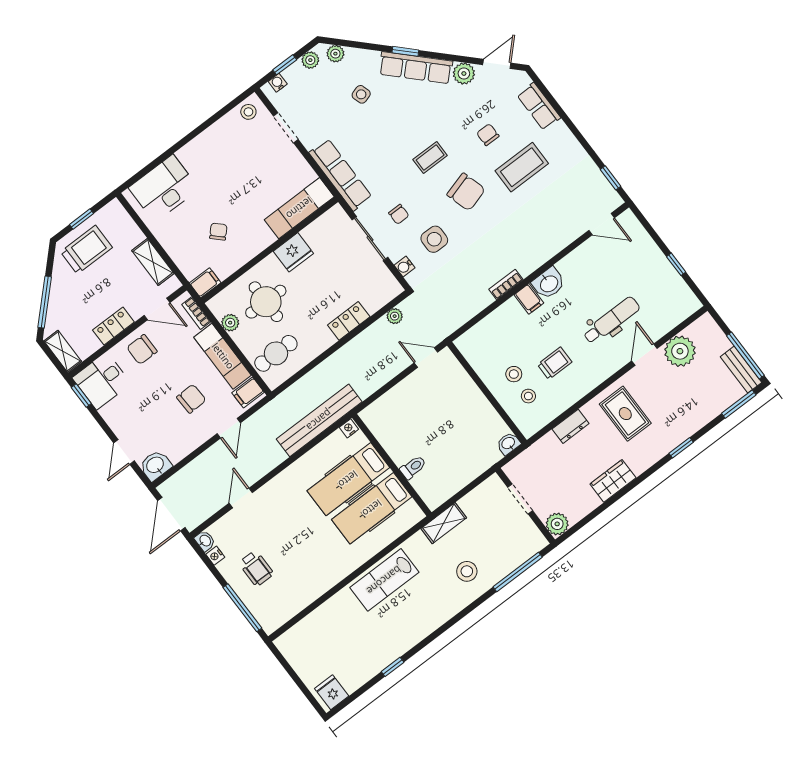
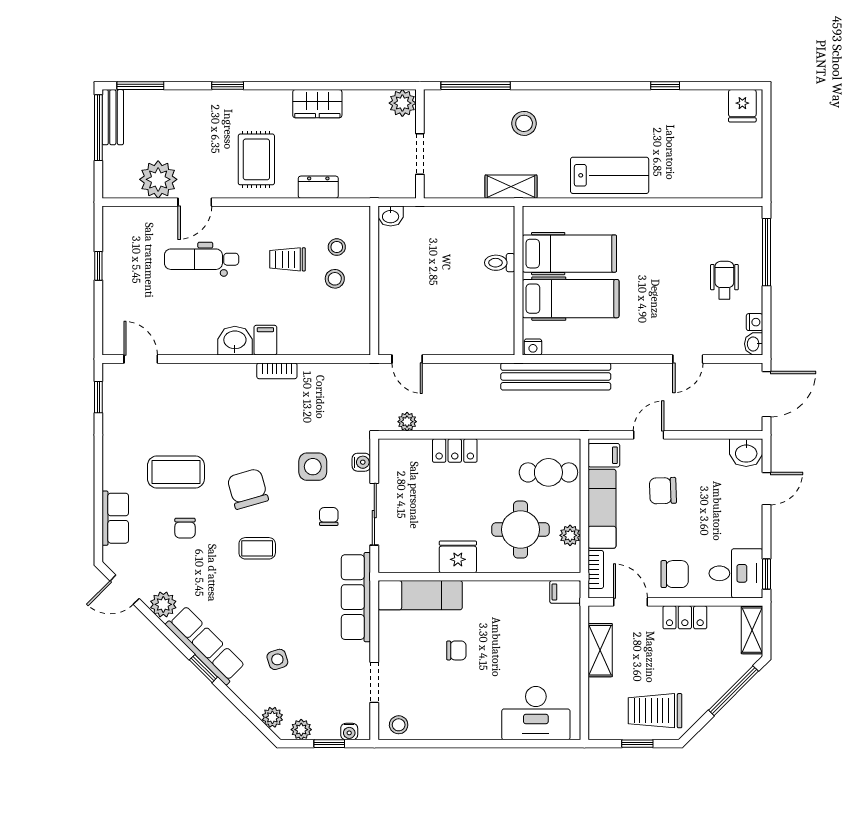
chair: (218, 232) -> (456, 650), moved, turned -134

